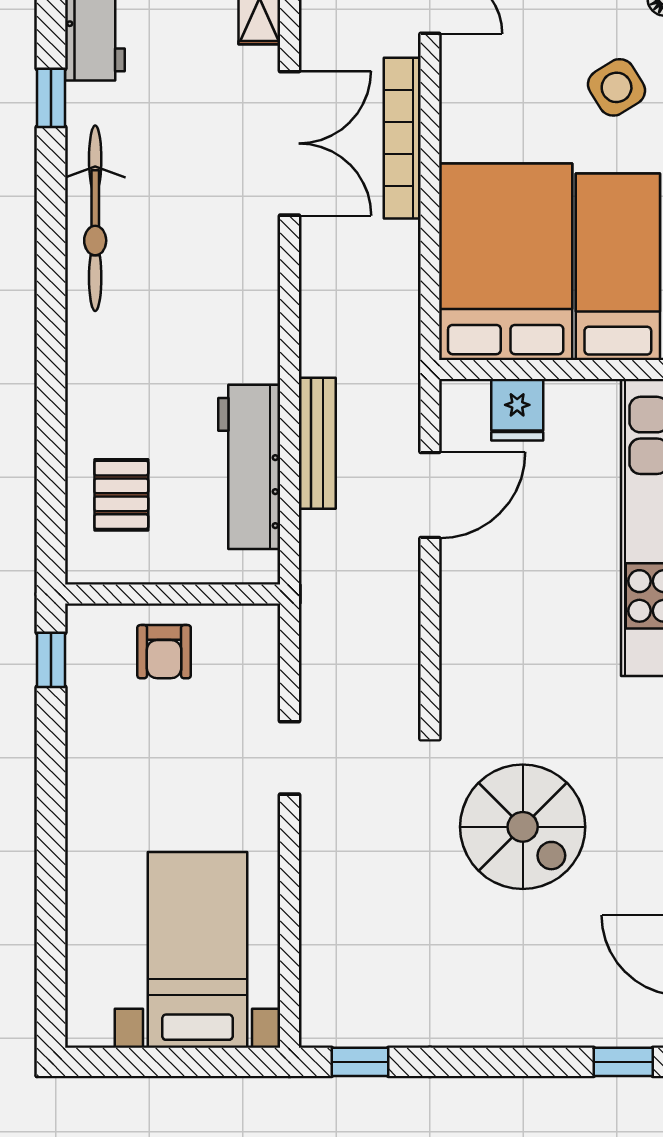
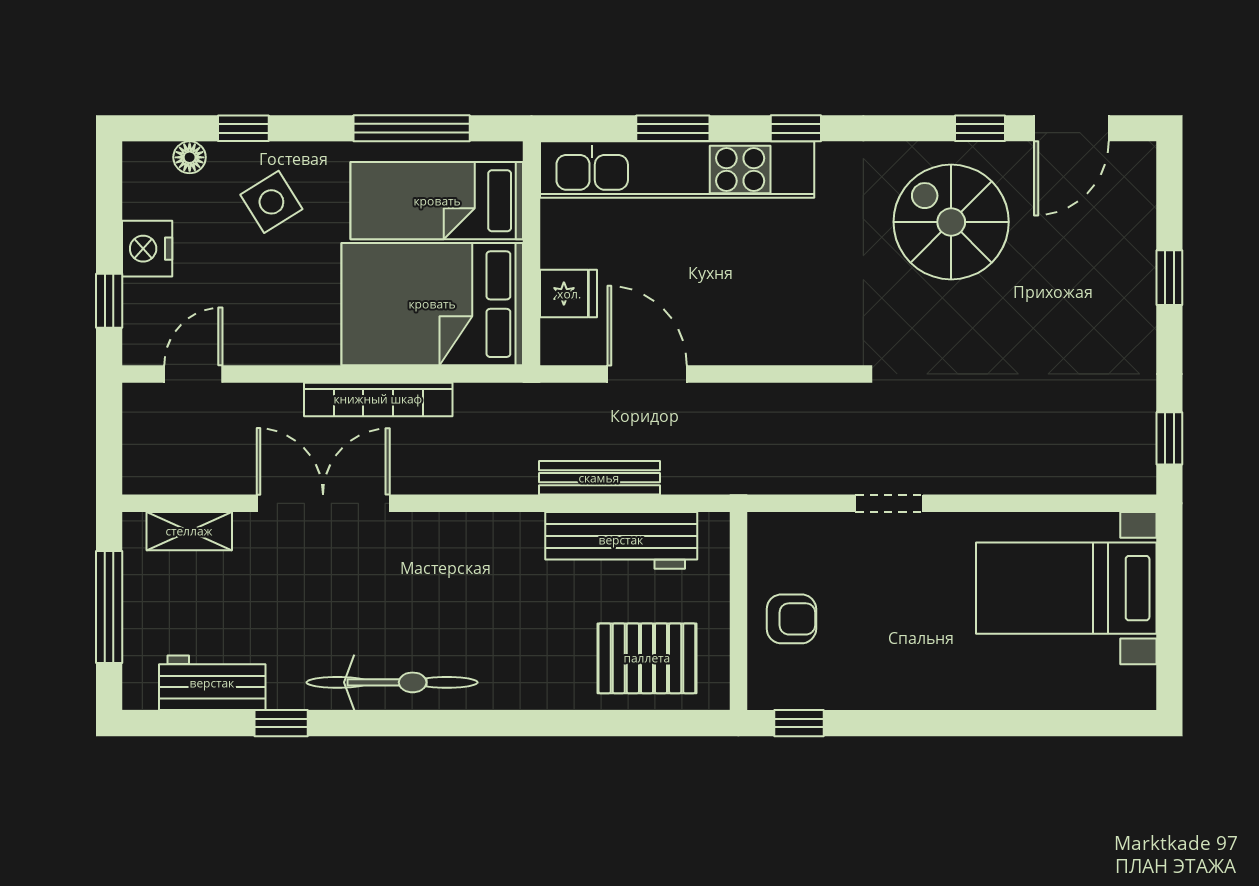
bookcase: (402, 138) -> (378, 399), moved
pallet: (121, 495) -> (647, 658), width x1.50, depth x1.42
spiral stairs: (523, 827) -> (951, 222), moved, turned -90
window: (623, 1062) -> (1169, 278), moved

